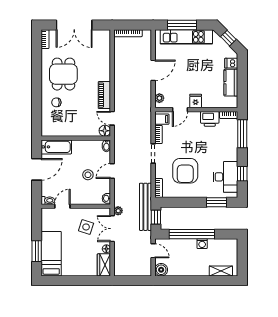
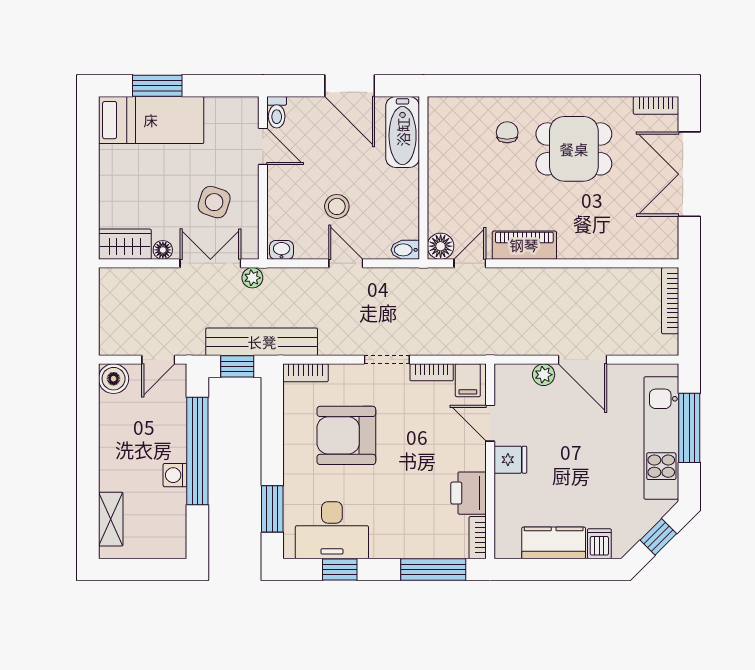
plant: (159, 98) -> (544, 375), moved

